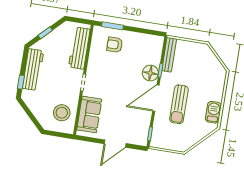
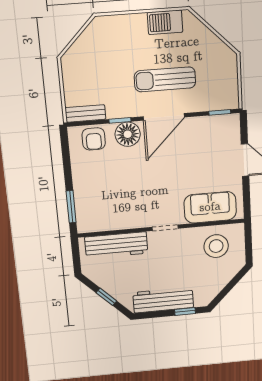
armchair: (115, 45) -> (94, 139), moved
bench: (169, 55) -> (85, 113), width x0.73
door: (156, 98) -> (164, 117), hinge flipped
sun lounger: (179, 104) -> (165, 79), turned 180

